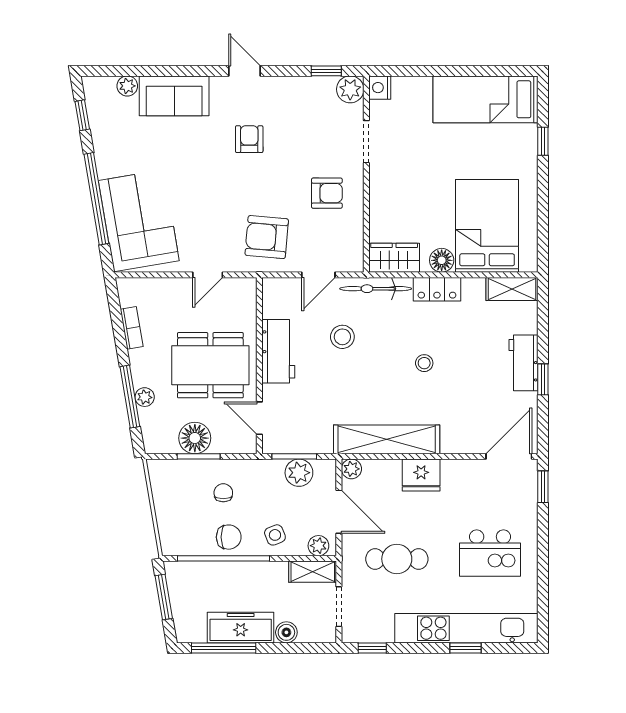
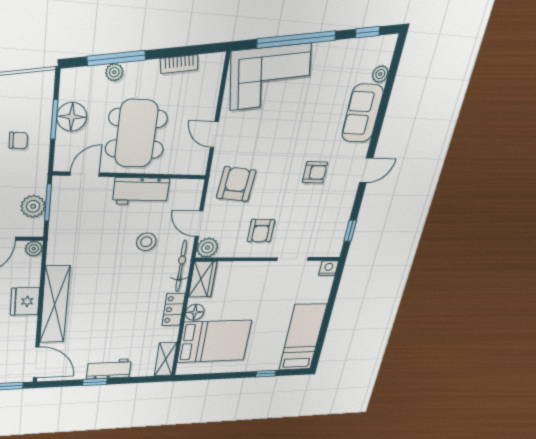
plant: (350, 89) -> (207, 248), moved
stool: (424, 363) -> (117, 302), removed
shelving: (387, 439) -> (55, 305), moved

